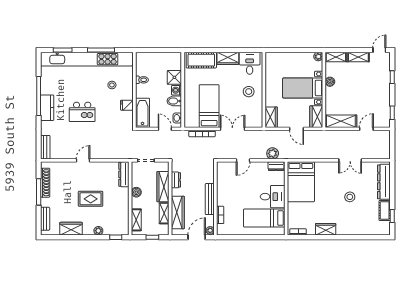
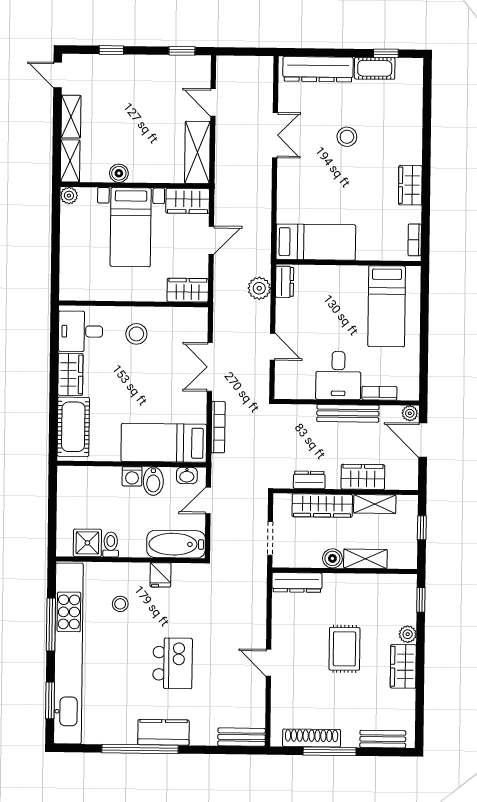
shower: (174, 77) -> (87, 543), moved
bed: (209, 106) -> (164, 443), moved
bed: (301, 182) -> (316, 242), width x0.67
desk: (273, 197) -> (338, 376), moved, turned 180
wardrobe: (178, 213) -> (363, 477), width x0.67
shelving: (136, 220) -> (365, 559), moved
wardrobe: (71, 229) -> (403, 666), moved

